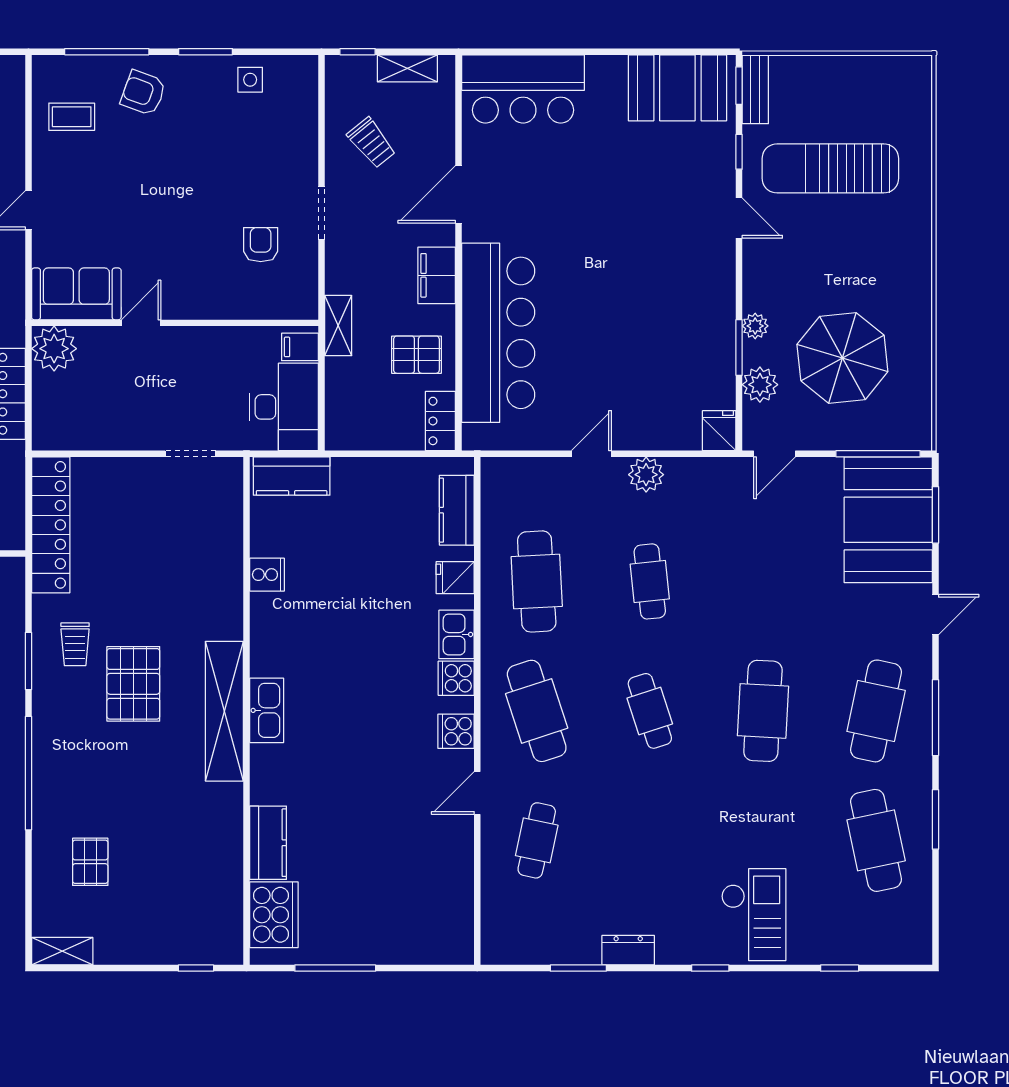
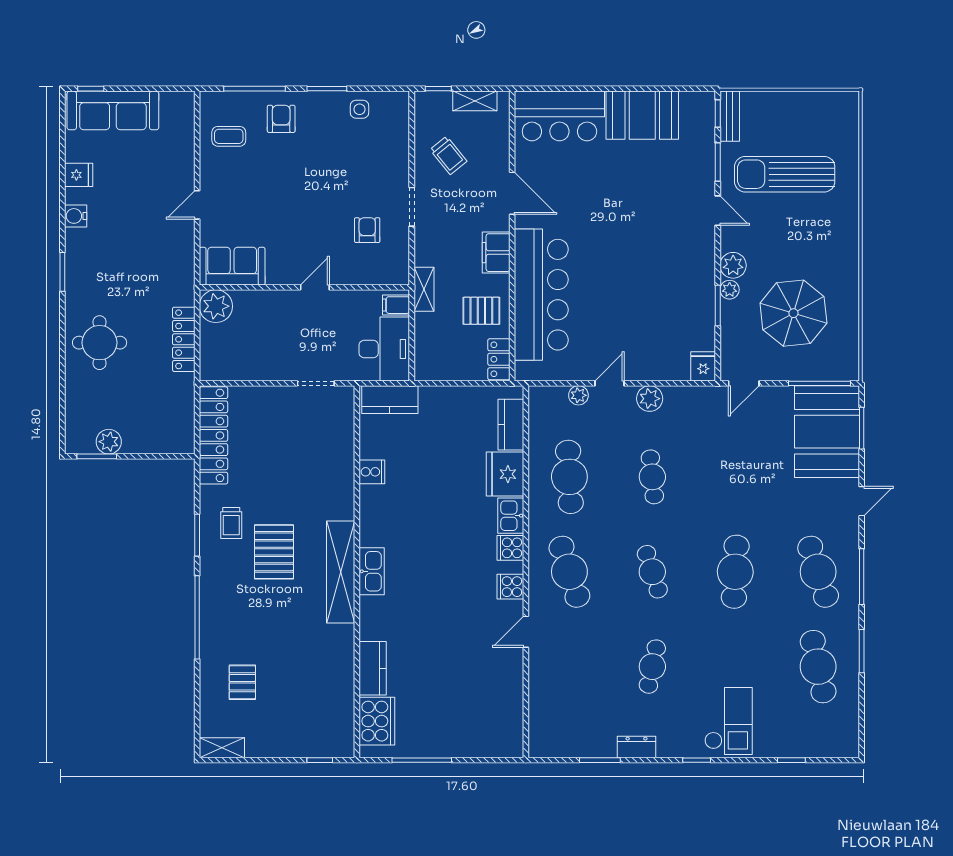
booth: (677, 88) -> (642, 115), moved
armchair: (143, 93) -> (281, 119), turned 70
window: (739, 152) -> (718, 162), width x1.50
door: (459, 194) -> (512, 193), swing flipped
door: (141, 323) -> (315, 287), moved
plant: (760, 385) -> (733, 265), moved
plant: (549, 470) -> (578, 395), added
fridge: (455, 578) -> (505, 474), width x1.88, depth x1.34
cafe table: (876, 711) -> (818, 572), turned -30
cafe table: (537, 840) -> (652, 667), moved

